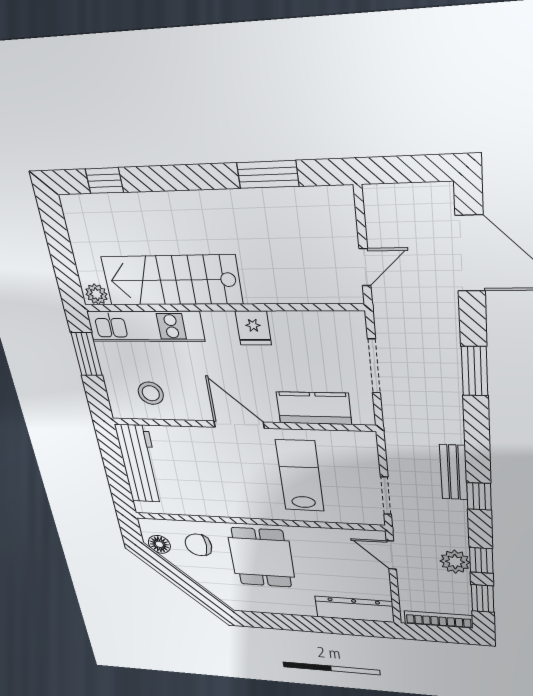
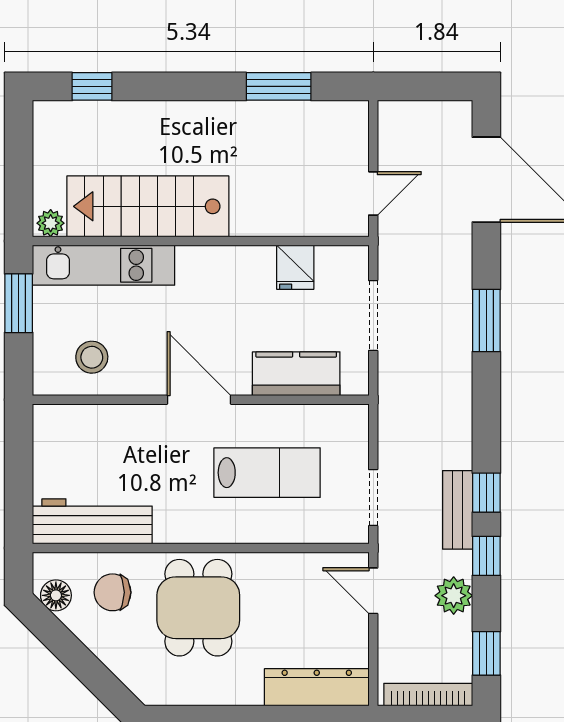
fridge: (253, 328) -> (295, 267), moved
workbench: (140, 464) -> (92, 521), moved, turned -90
bench: (454, 472) -> (458, 510), moved
lab bench: (300, 476) -> (267, 473), turned 90
window: (481, 560) -> (486, 556), moved

